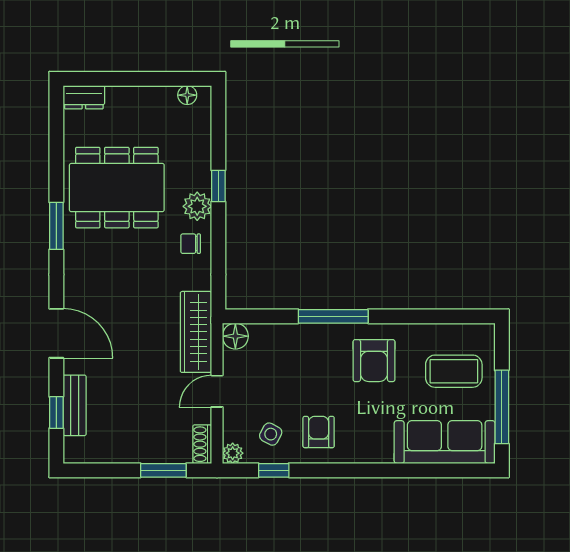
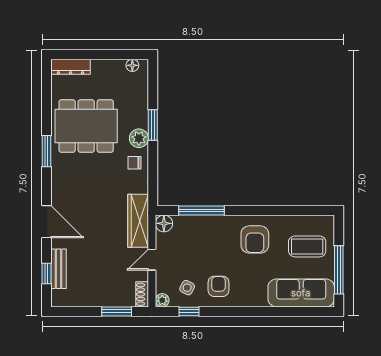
dresser: (84, 97) -> (71, 67), width x1.44
window: (218, 186) -> (153, 125), width x1.50
window: (333, 316) -> (201, 210), moved

